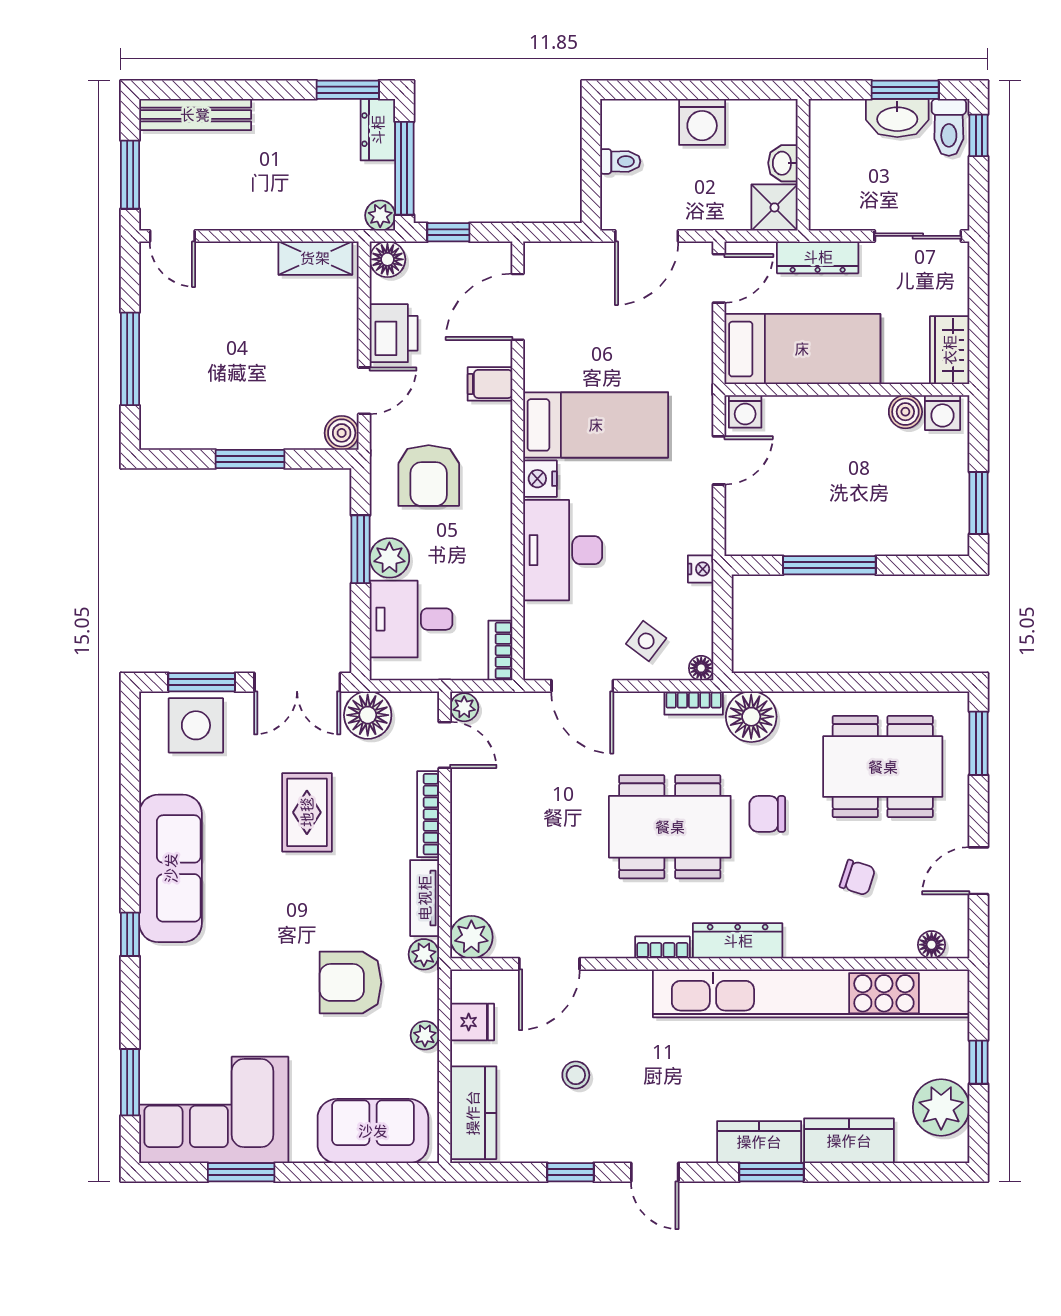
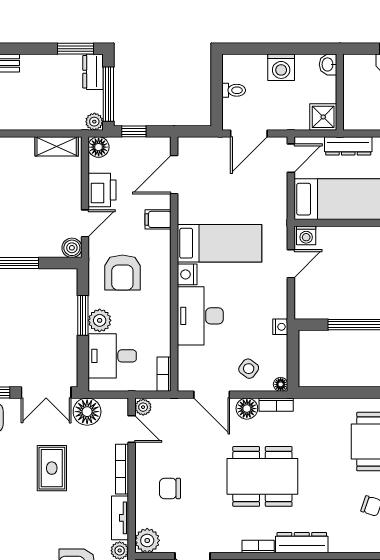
washbasin: (783, 163) -> (328, 64), moved
floor lamp: (751, 717) -> (247, 409), moved, width x0.73, depth x0.73
chair: (767, 814) -> (170, 488), moved

